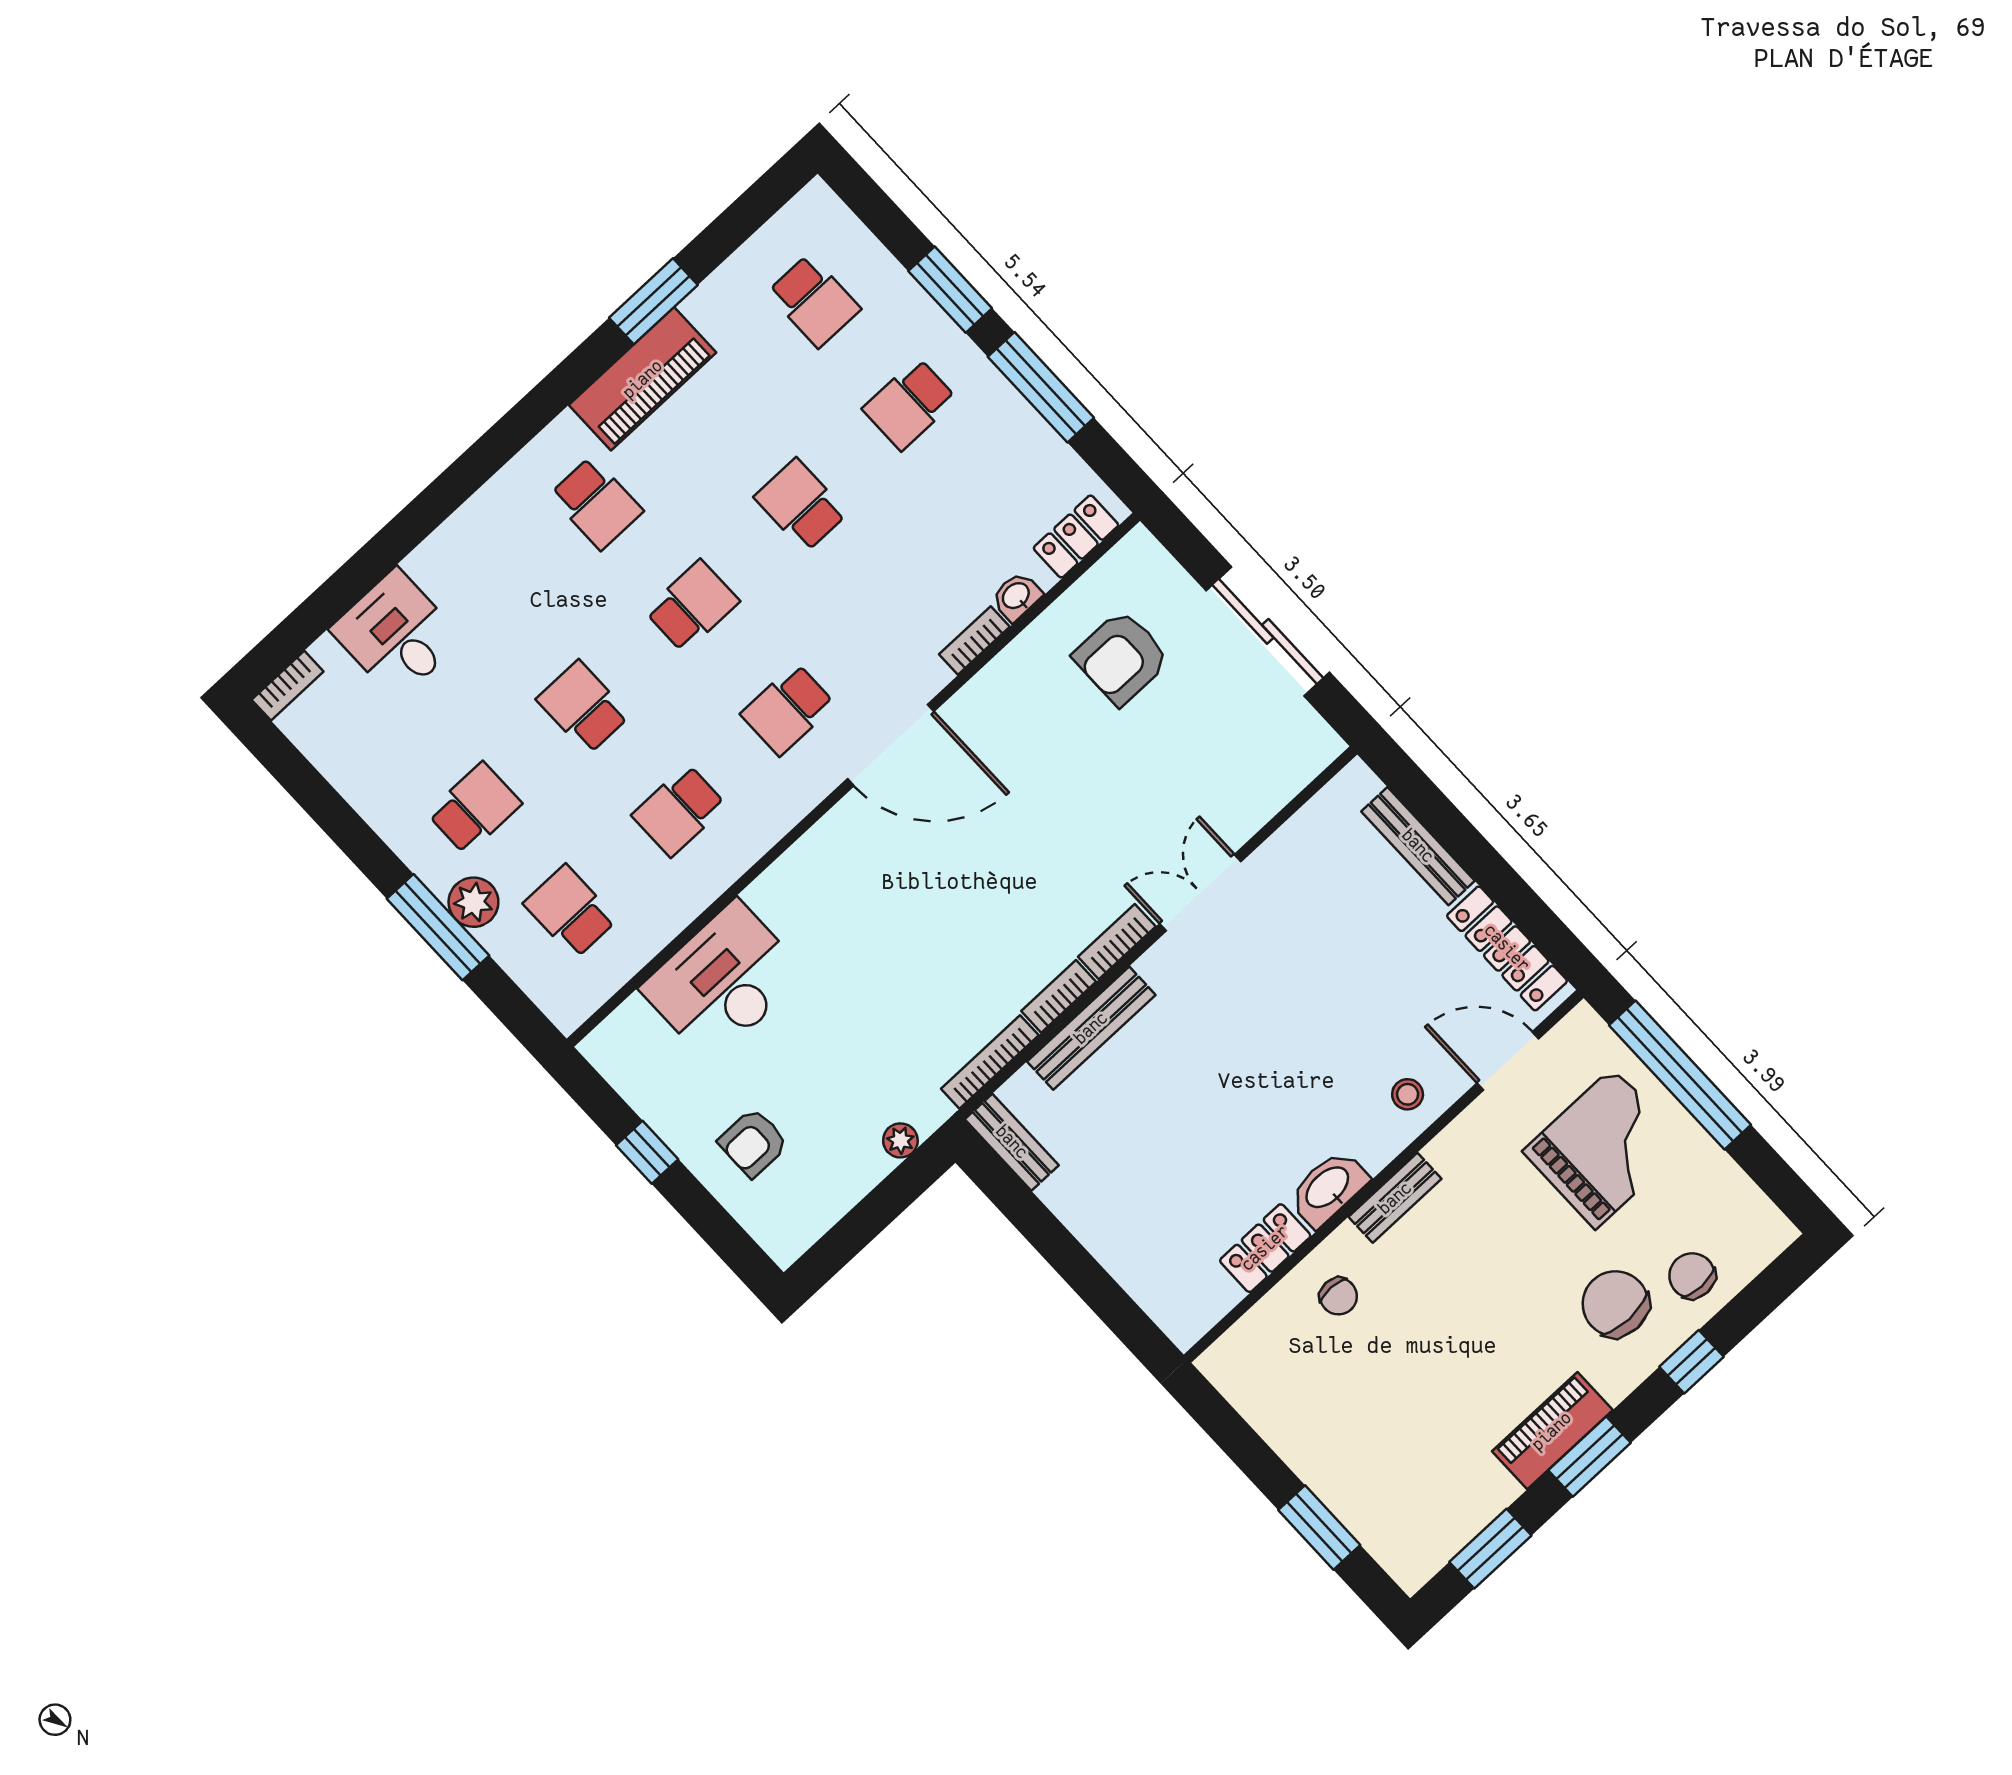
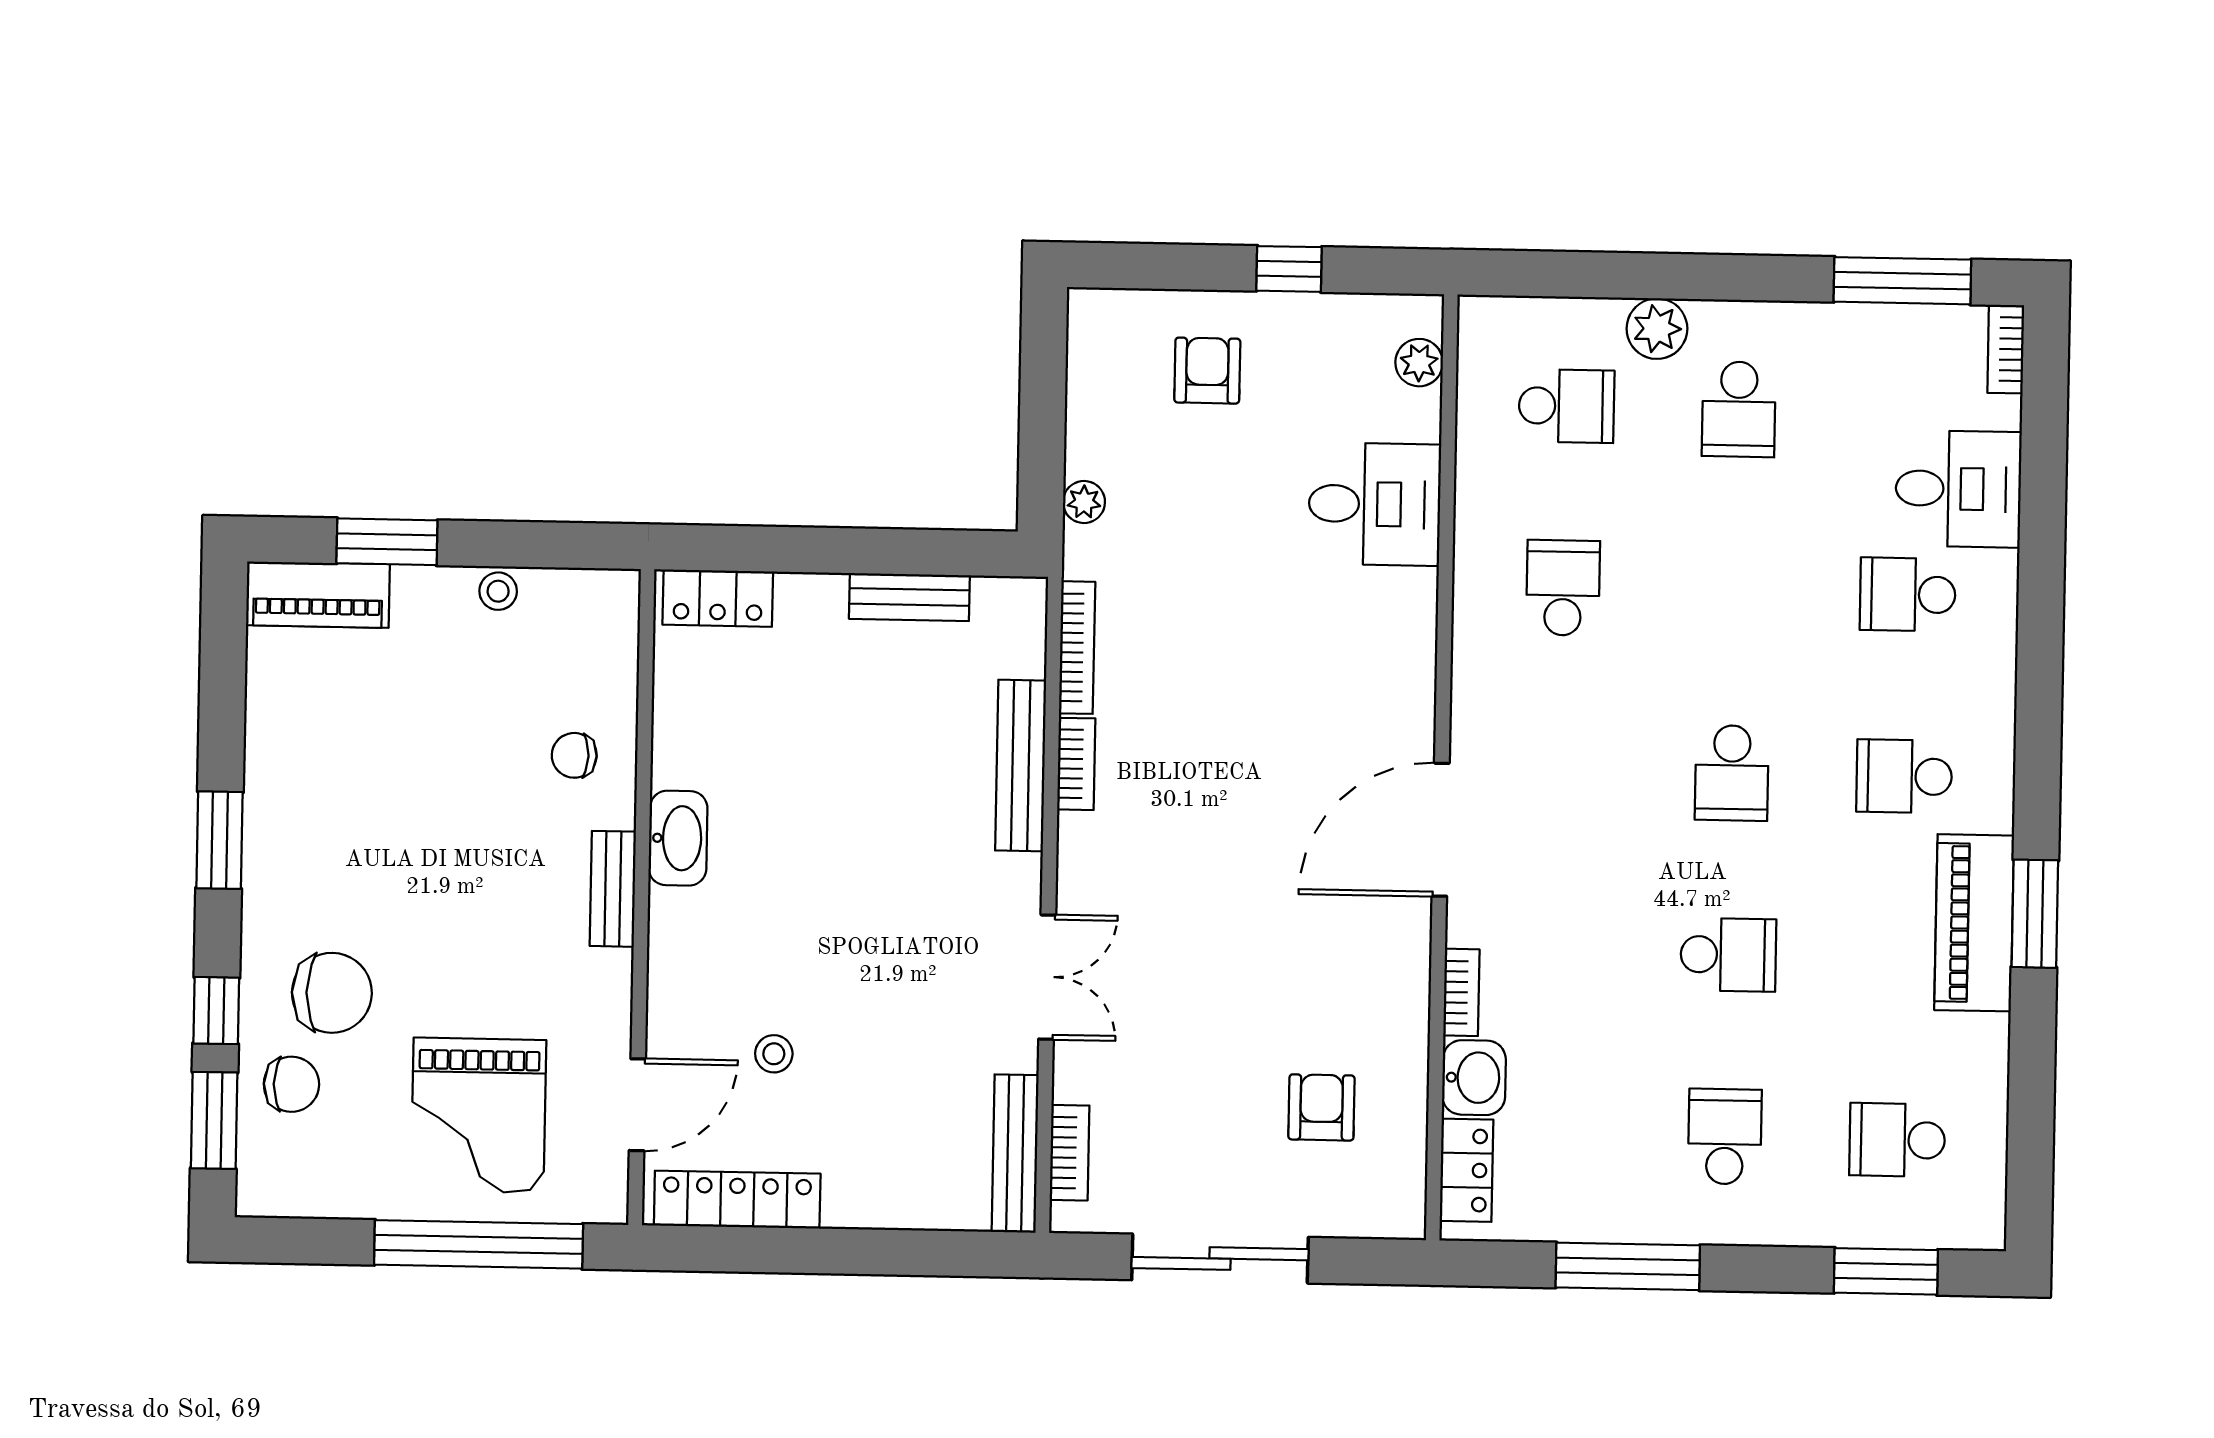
window: (950, 290) -> (1886, 1271), moved
window: (653, 301) -> (2035, 914), moved
washbasin: (1017, 596) -> (1474, 1078), width x1.38, depth x1.45
armchair: (1121, 657) -> (1321, 1107), width x0.72, depth x0.72
school desk: (583, 707) -> (1908, 594), moved, turned 180
school desk: (788, 709) -> (1559, 770), removed
bench: (1418, 846) -> (1015, 1153), moved, turned 90
window: (438, 927) -> (1902, 281), moved
bookcase: (1117, 942) -> (1069, 1153), moved
desk: (723, 981) -> (1375, 504), width x0.73
plant: (628, 1023) -> (1419, 363), added
stool: (1408, 1094) -> (774, 1054), moved
bench: (1012, 1142) -> (909, 597), moved
locker: (1265, 1248) -> (718, 598), moved, turned 90
piano: (1552, 1431) -> (318, 595), moved, turned 90
stool: (1285, 1434) -> (498, 591), added
window: (1490, 1549) -> (214, 1120), moved

